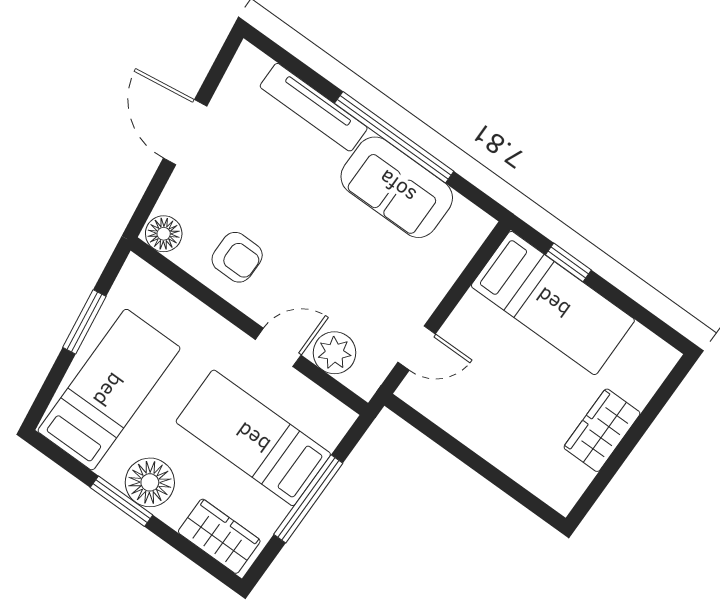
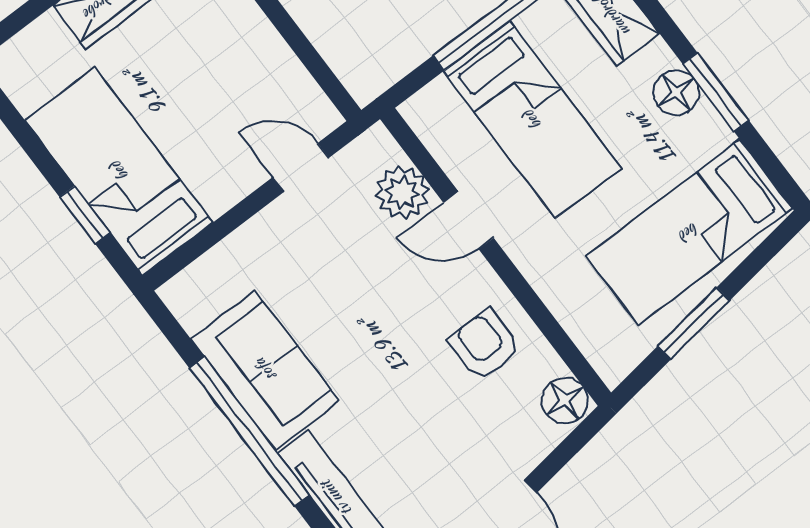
floor lamp: (150, 482) -> (676, 92), width x0.73, depth x0.73

